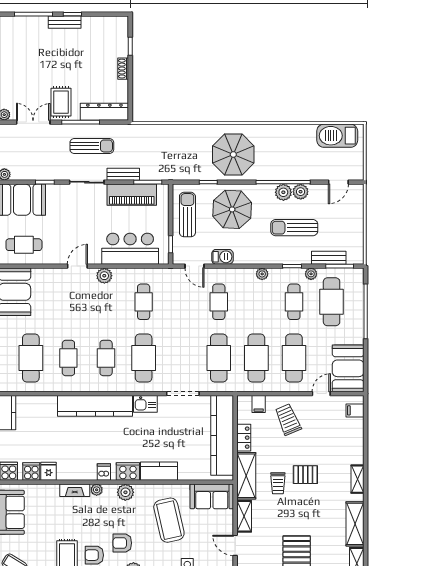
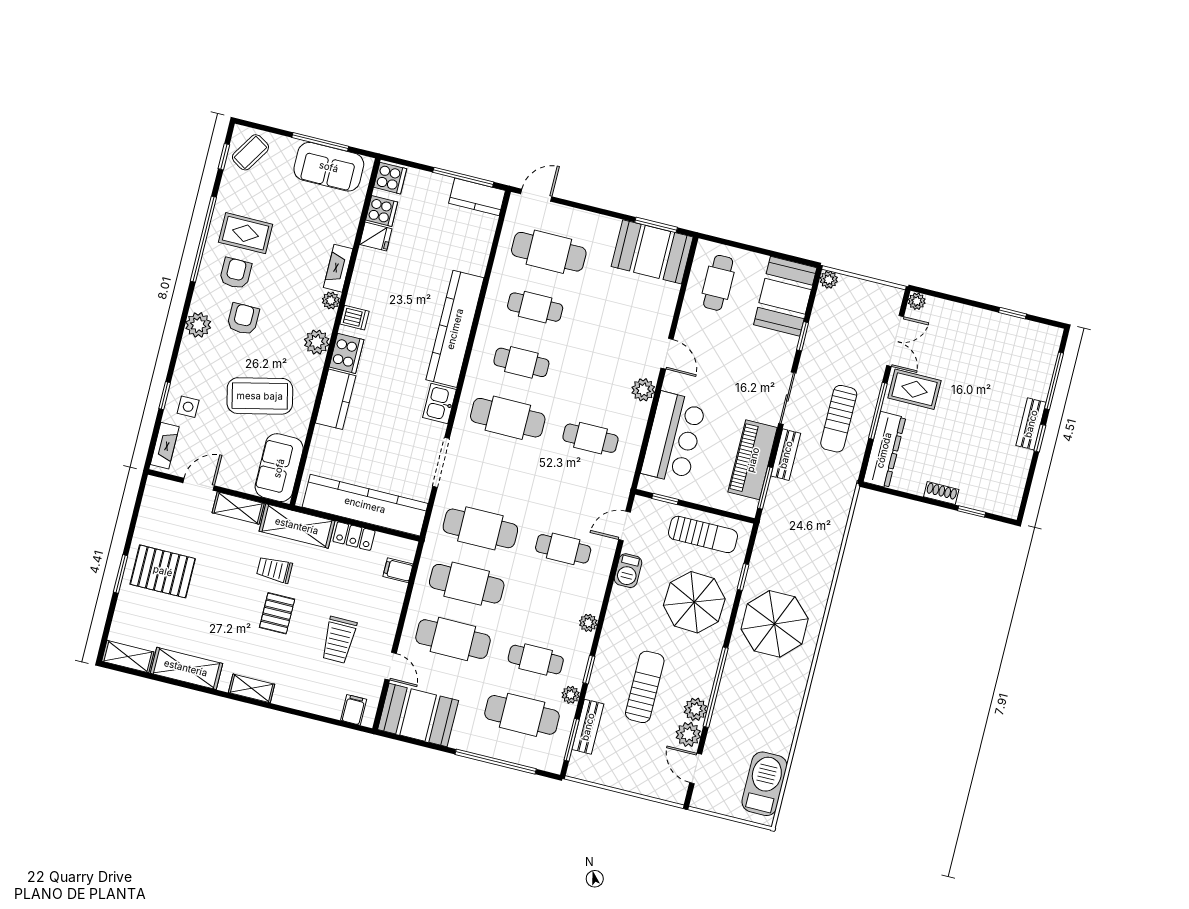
plant: (283, 192) -> (688, 734), moved
trolley: (288, 420) -> (339, 640), moved, turned 113

